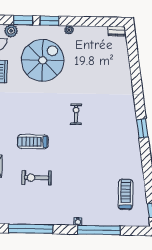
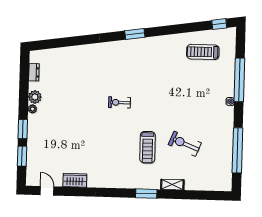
plant: (11, 31) -> (35, 97), moved
dresser: (116, 31) -> (34, 72), moved
spiral stairs: (43, 60) -> (64, 136), removed
exercise bike: (37, 178) -> (185, 144), turned 112

